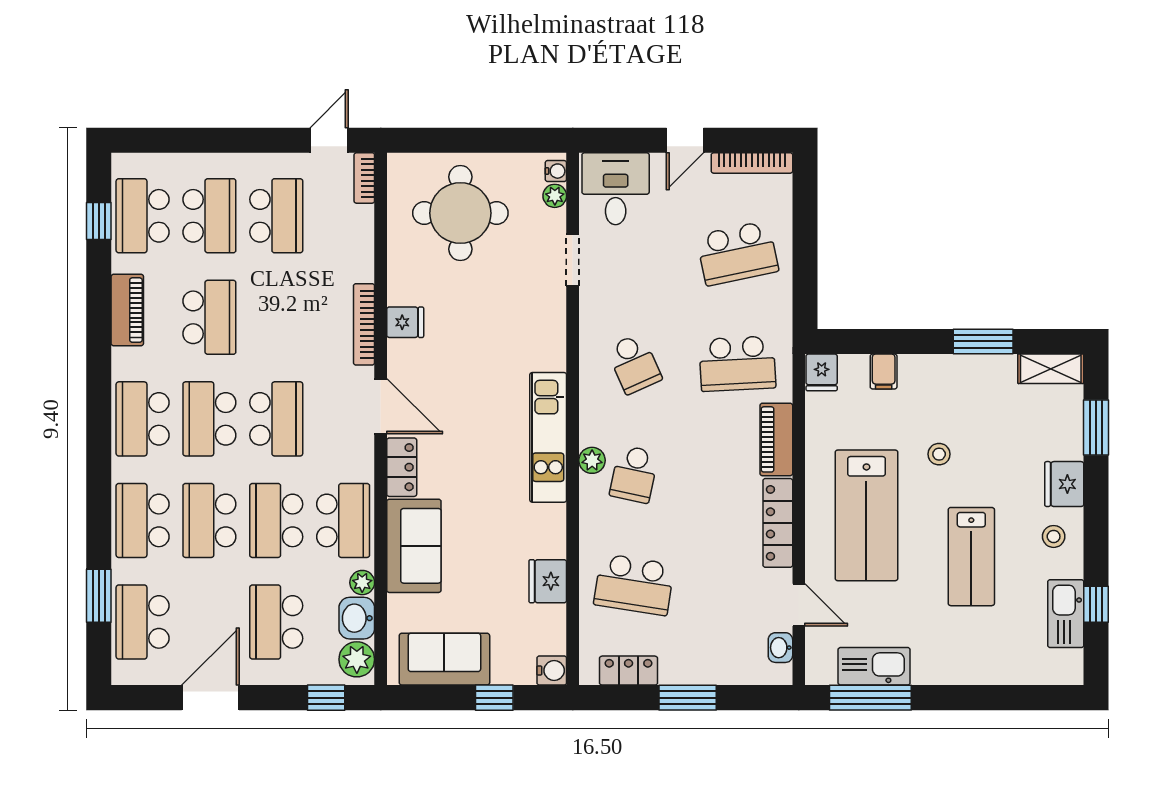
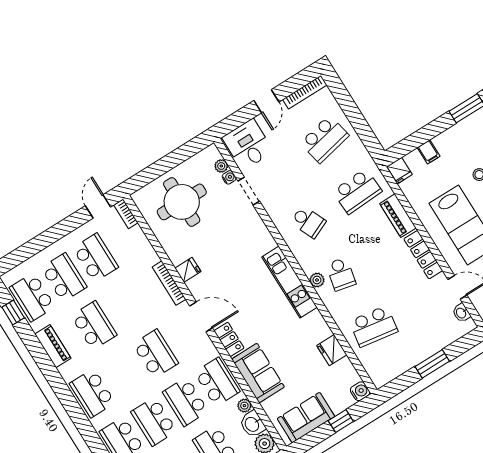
water cooler: (556, 171) -> (229, 177), moved
school desk: (209, 419) -> (124, 373), removed
locker: (629, 671) -> (396, 369), removed

